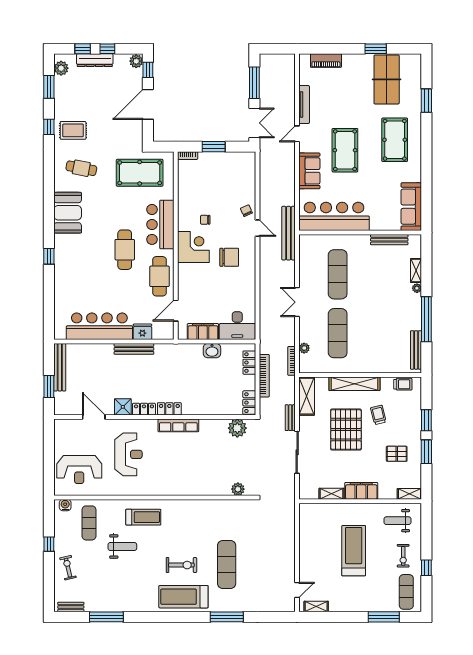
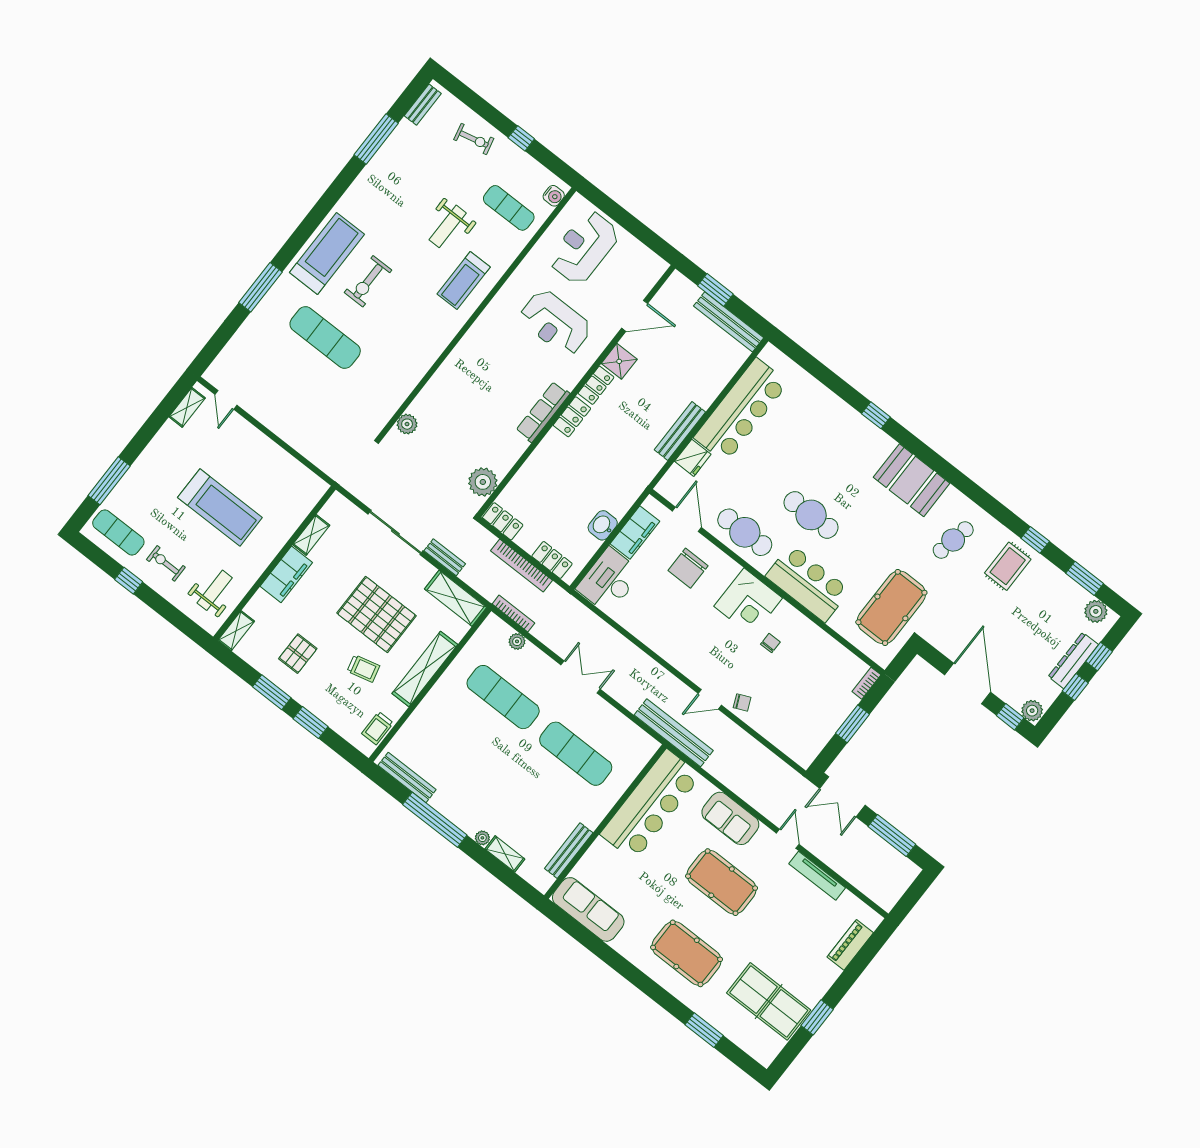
chair: (229, 257) -> (688, 568), moved

